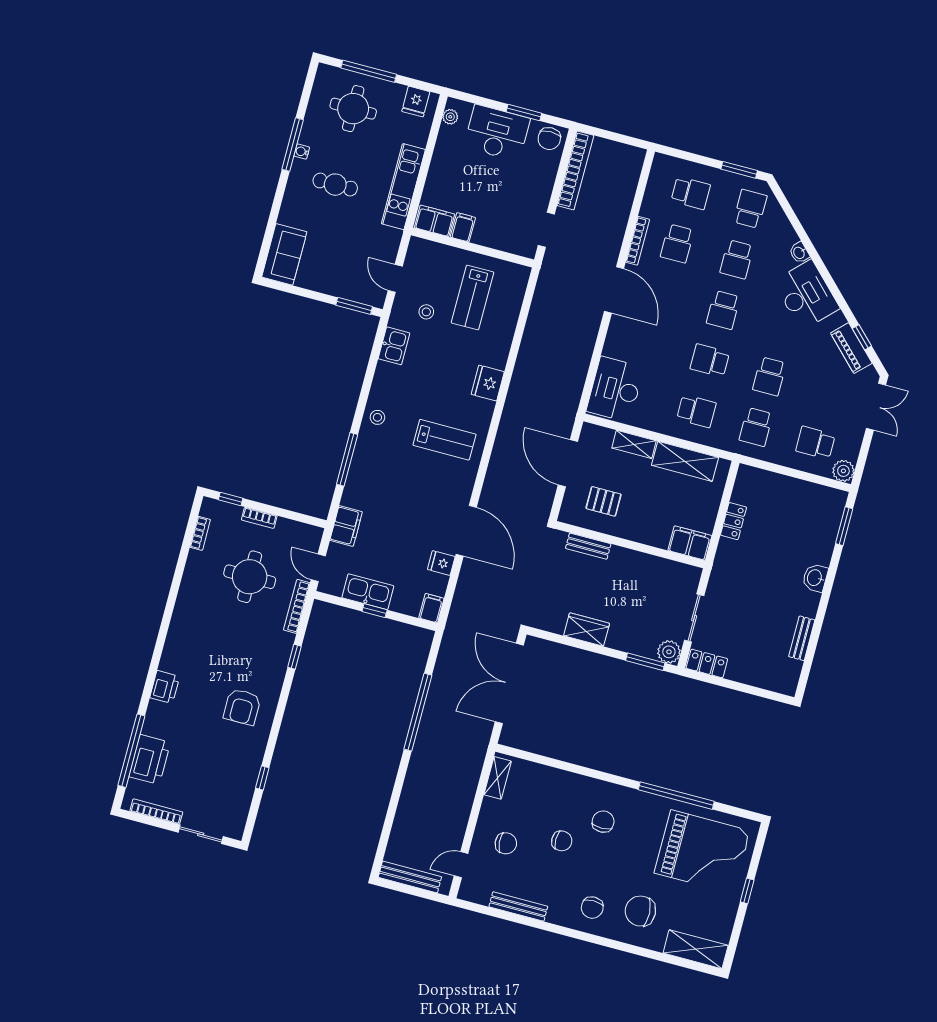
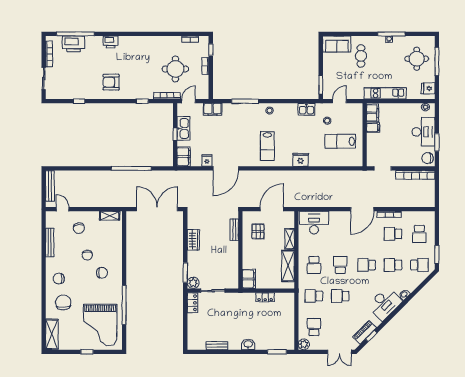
cafe table: (335, 185) -> (361, 56), moved
filing cabinet: (431, 608) -> (184, 157), width x2.00

